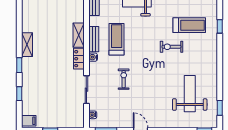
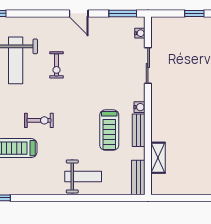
shelving: (79, 35) -> (158, 158), moved
locker: (79, 59) -> (158, 105), removed
exercise bike: (124, 79) -> (56, 65), moved

